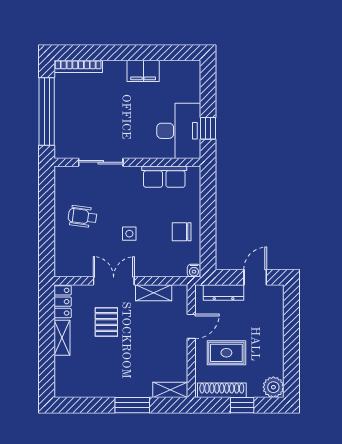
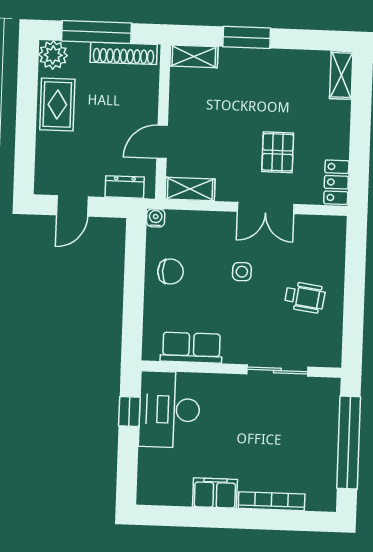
bookcase: (78, 66) -> (272, 501), moved
dresser: (224, 292) -> (125, 187), width x0.70
shelving: (154, 293) -> (190, 189), moved
shelving: (62, 338) -> (341, 75), moved
rug: (226, 353) -> (57, 105), moved, turned 90
window: (242, 405) -> (96, 32), width x2.17

